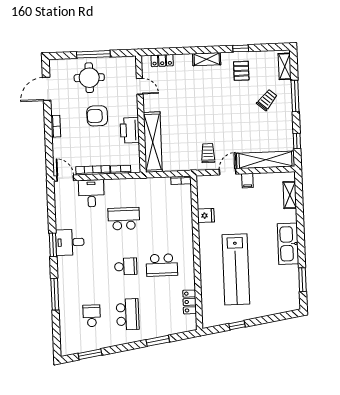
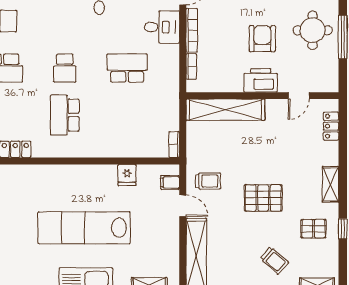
pallet: (219, 110) -> (263, 198), added
printer: (130, 130) -> (261, 80), moved
filing cabinet: (247, 181) -> (170, 182), moved
school desk: (124, 219) -> (127, 68), turned -90
lab bench: (236, 269) -> (84, 228), moved

